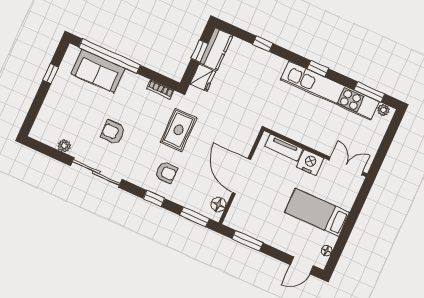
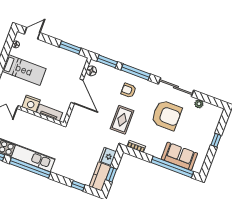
window: (263, 44) -> (78, 186), moved
window: (318, 69) -> (30, 168), width x3.17
window: (51, 74) -> (216, 140), moved
armchair: (113, 132) -> (167, 115), width x1.88, depth x1.88
window: (154, 199) -> (136, 72), width x2.17

